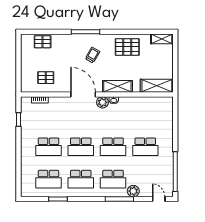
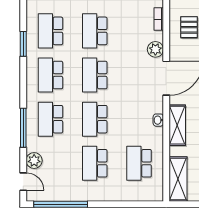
plant: (102, 102) -> (155, 49), moved
school desk: (145, 114) -> (139, 163), added
plant: (133, 191) -> (34, 161), moved
door: (159, 199) -> (23, 182), hinge flipped

